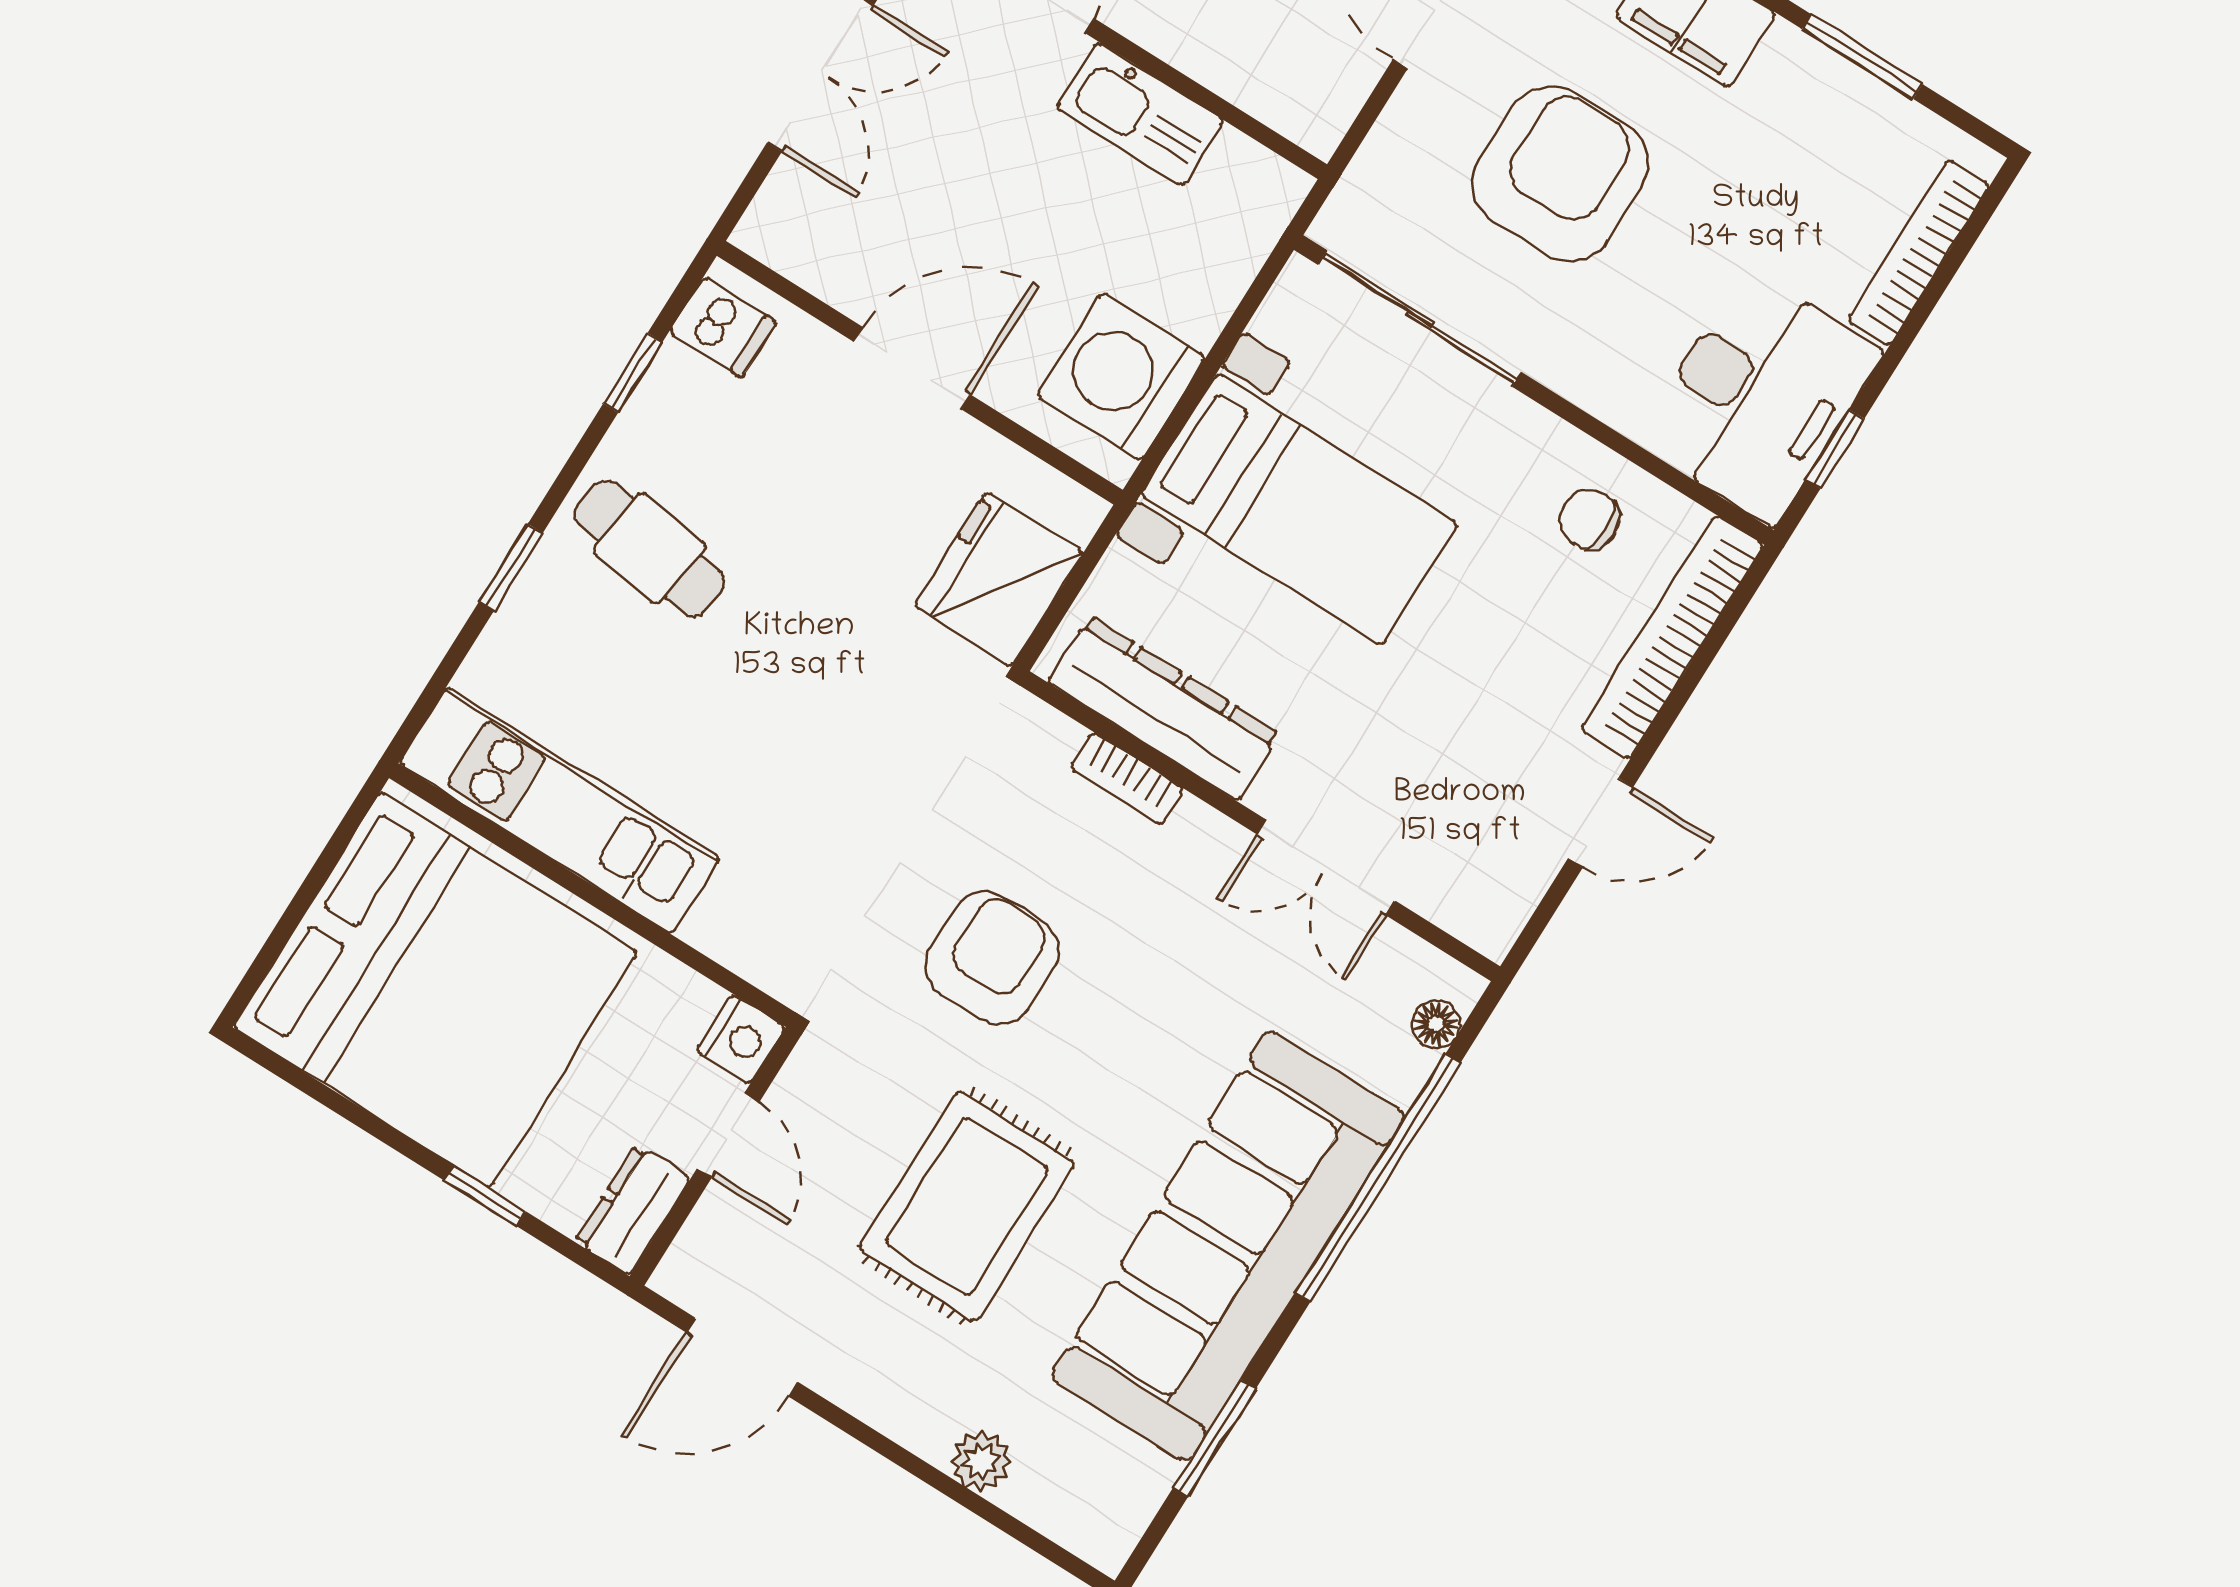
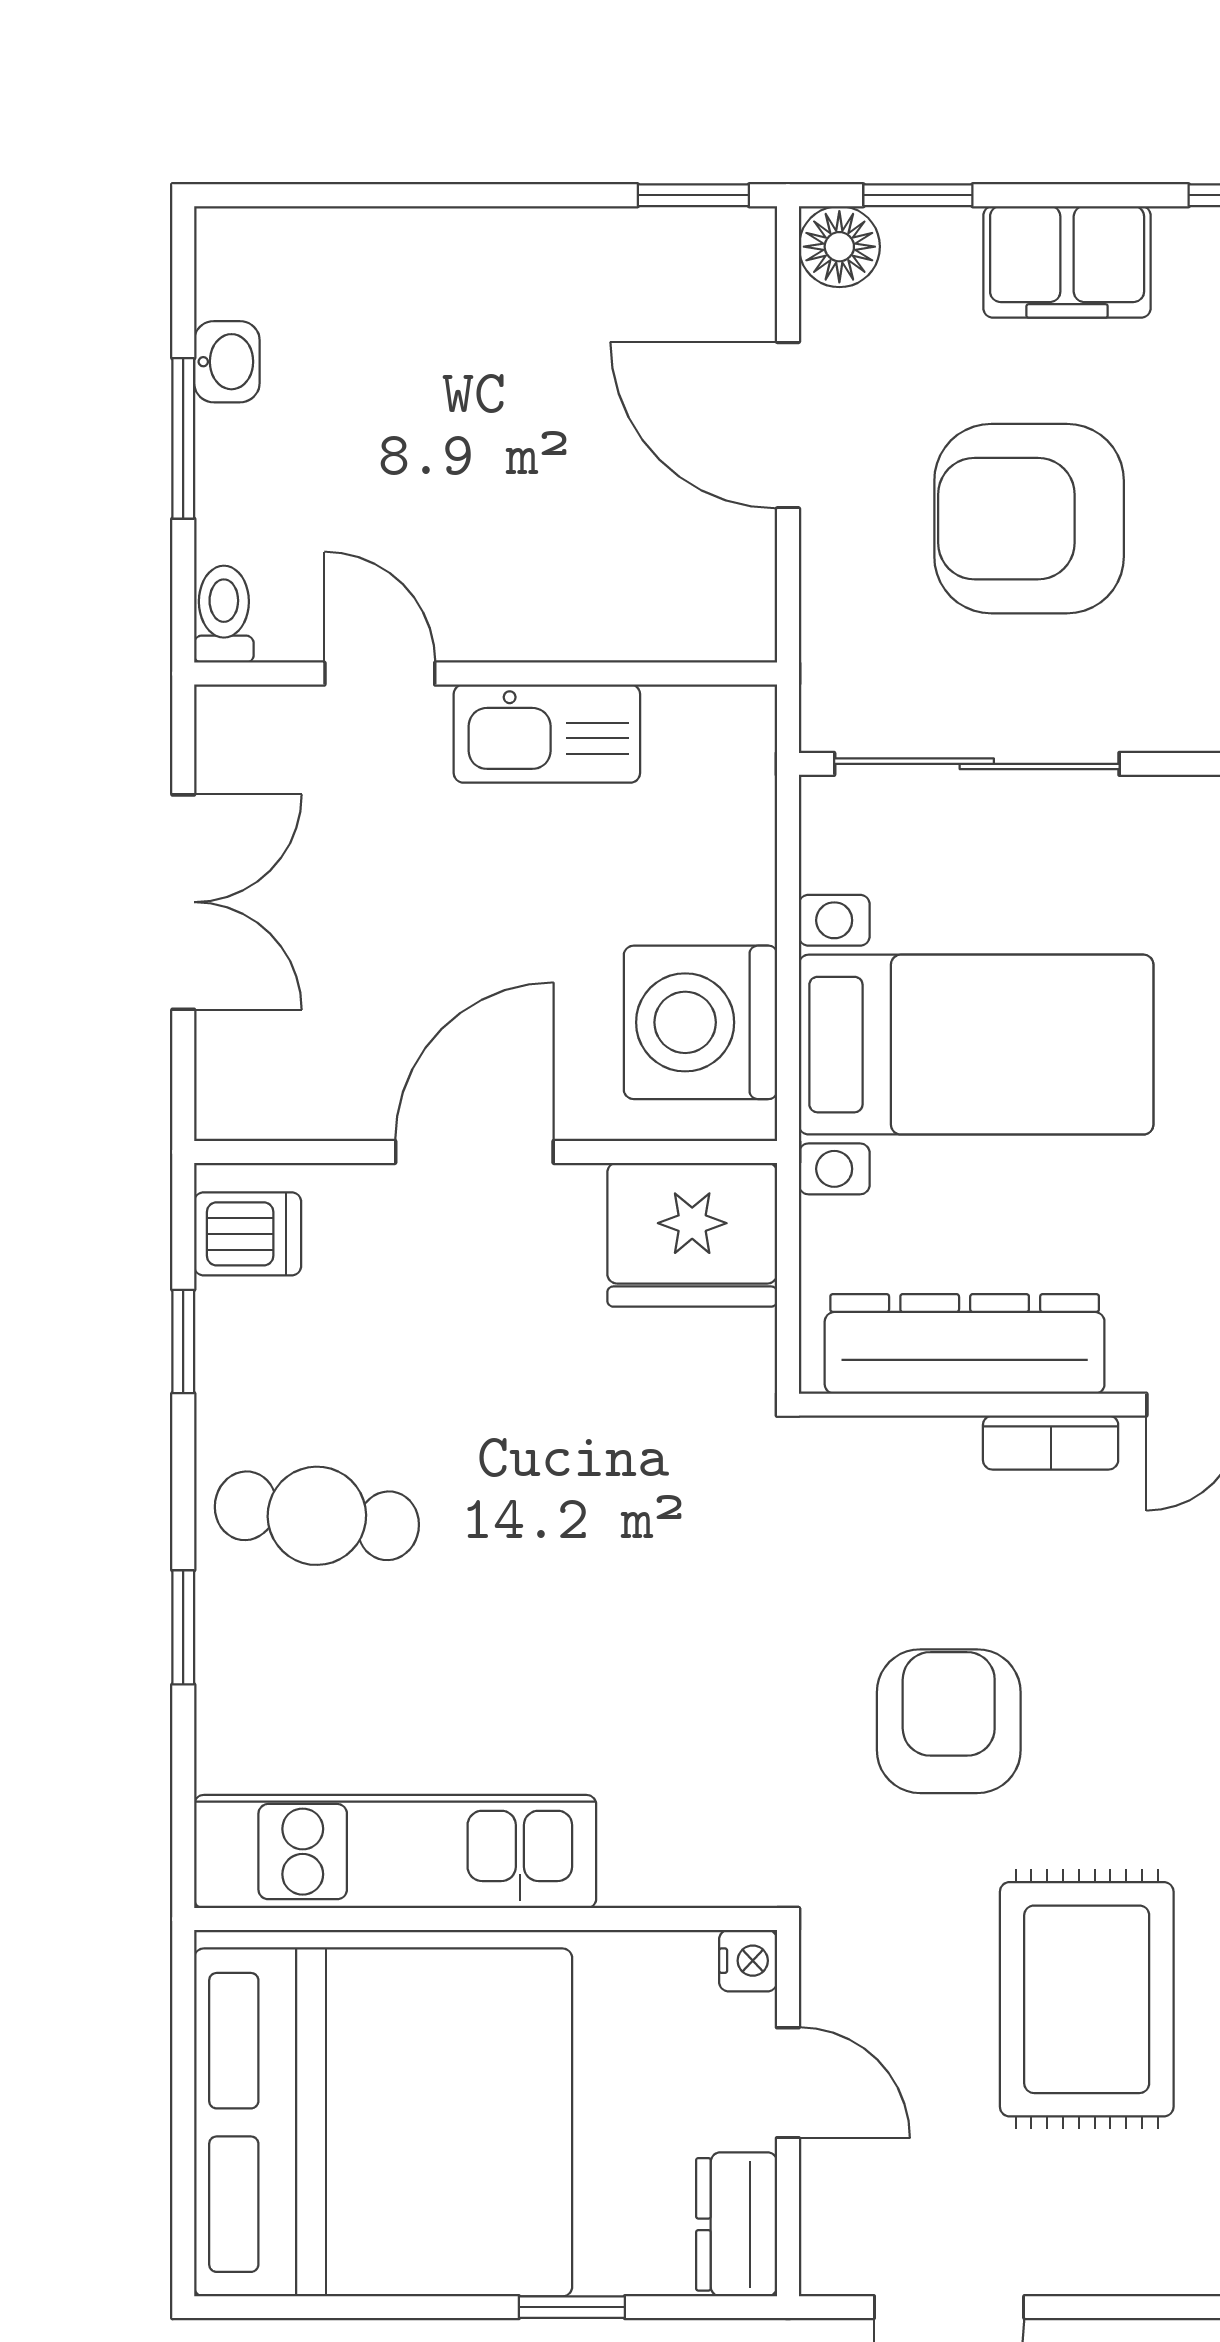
armchair: (1560, 174) -> (1029, 519), turned -90
fridge: (999, 579) -> (692, 1235), moved, turned -90
bookcase: (1127, 778) -> (1051, 1443), moved
nightstand: (741, 1039) -> (748, 1961), width x0.72, depth x0.74

